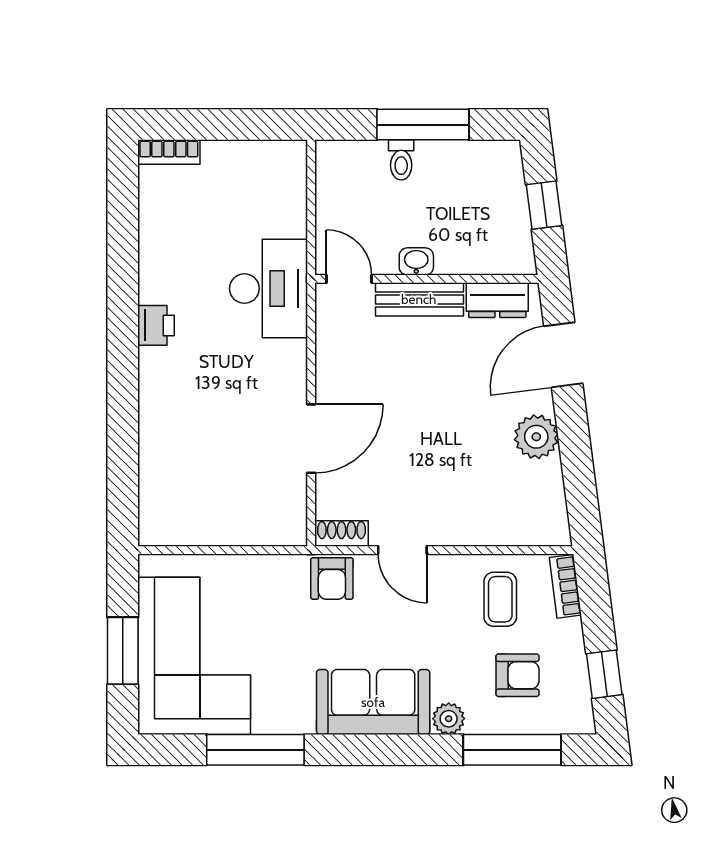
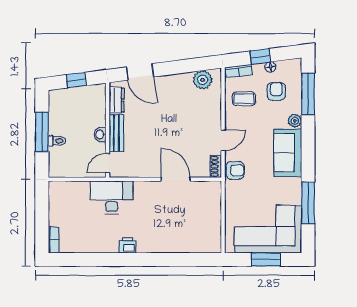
plant: (536, 437) -> (203, 80), moved
floor lamp: (575, 661) -> (270, 67), added
window: (604, 674) -> (260, 56), moved

